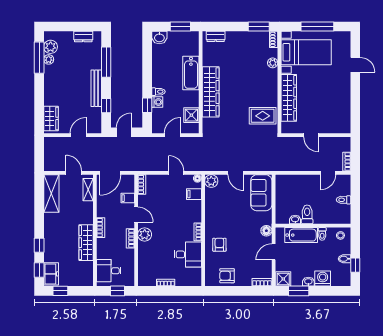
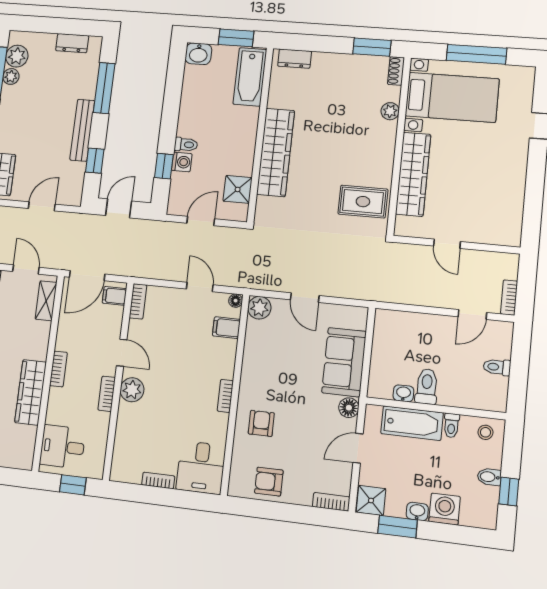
bathtub: (191, 73) -> (250, 77), moved
sofa: (261, 193) -> (344, 362), moved
filing cabinet: (128, 198) -> (114, 296), moved
desk: (188, 254) -> (201, 467), moved, turned 90

